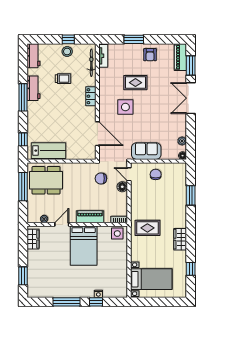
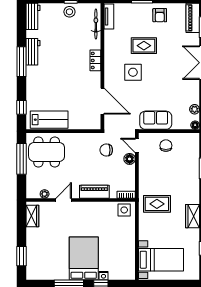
trolley: (63, 79) -> (65, 41), removed
bed: (84, 246) -> (84, 258), moved, turned 180

